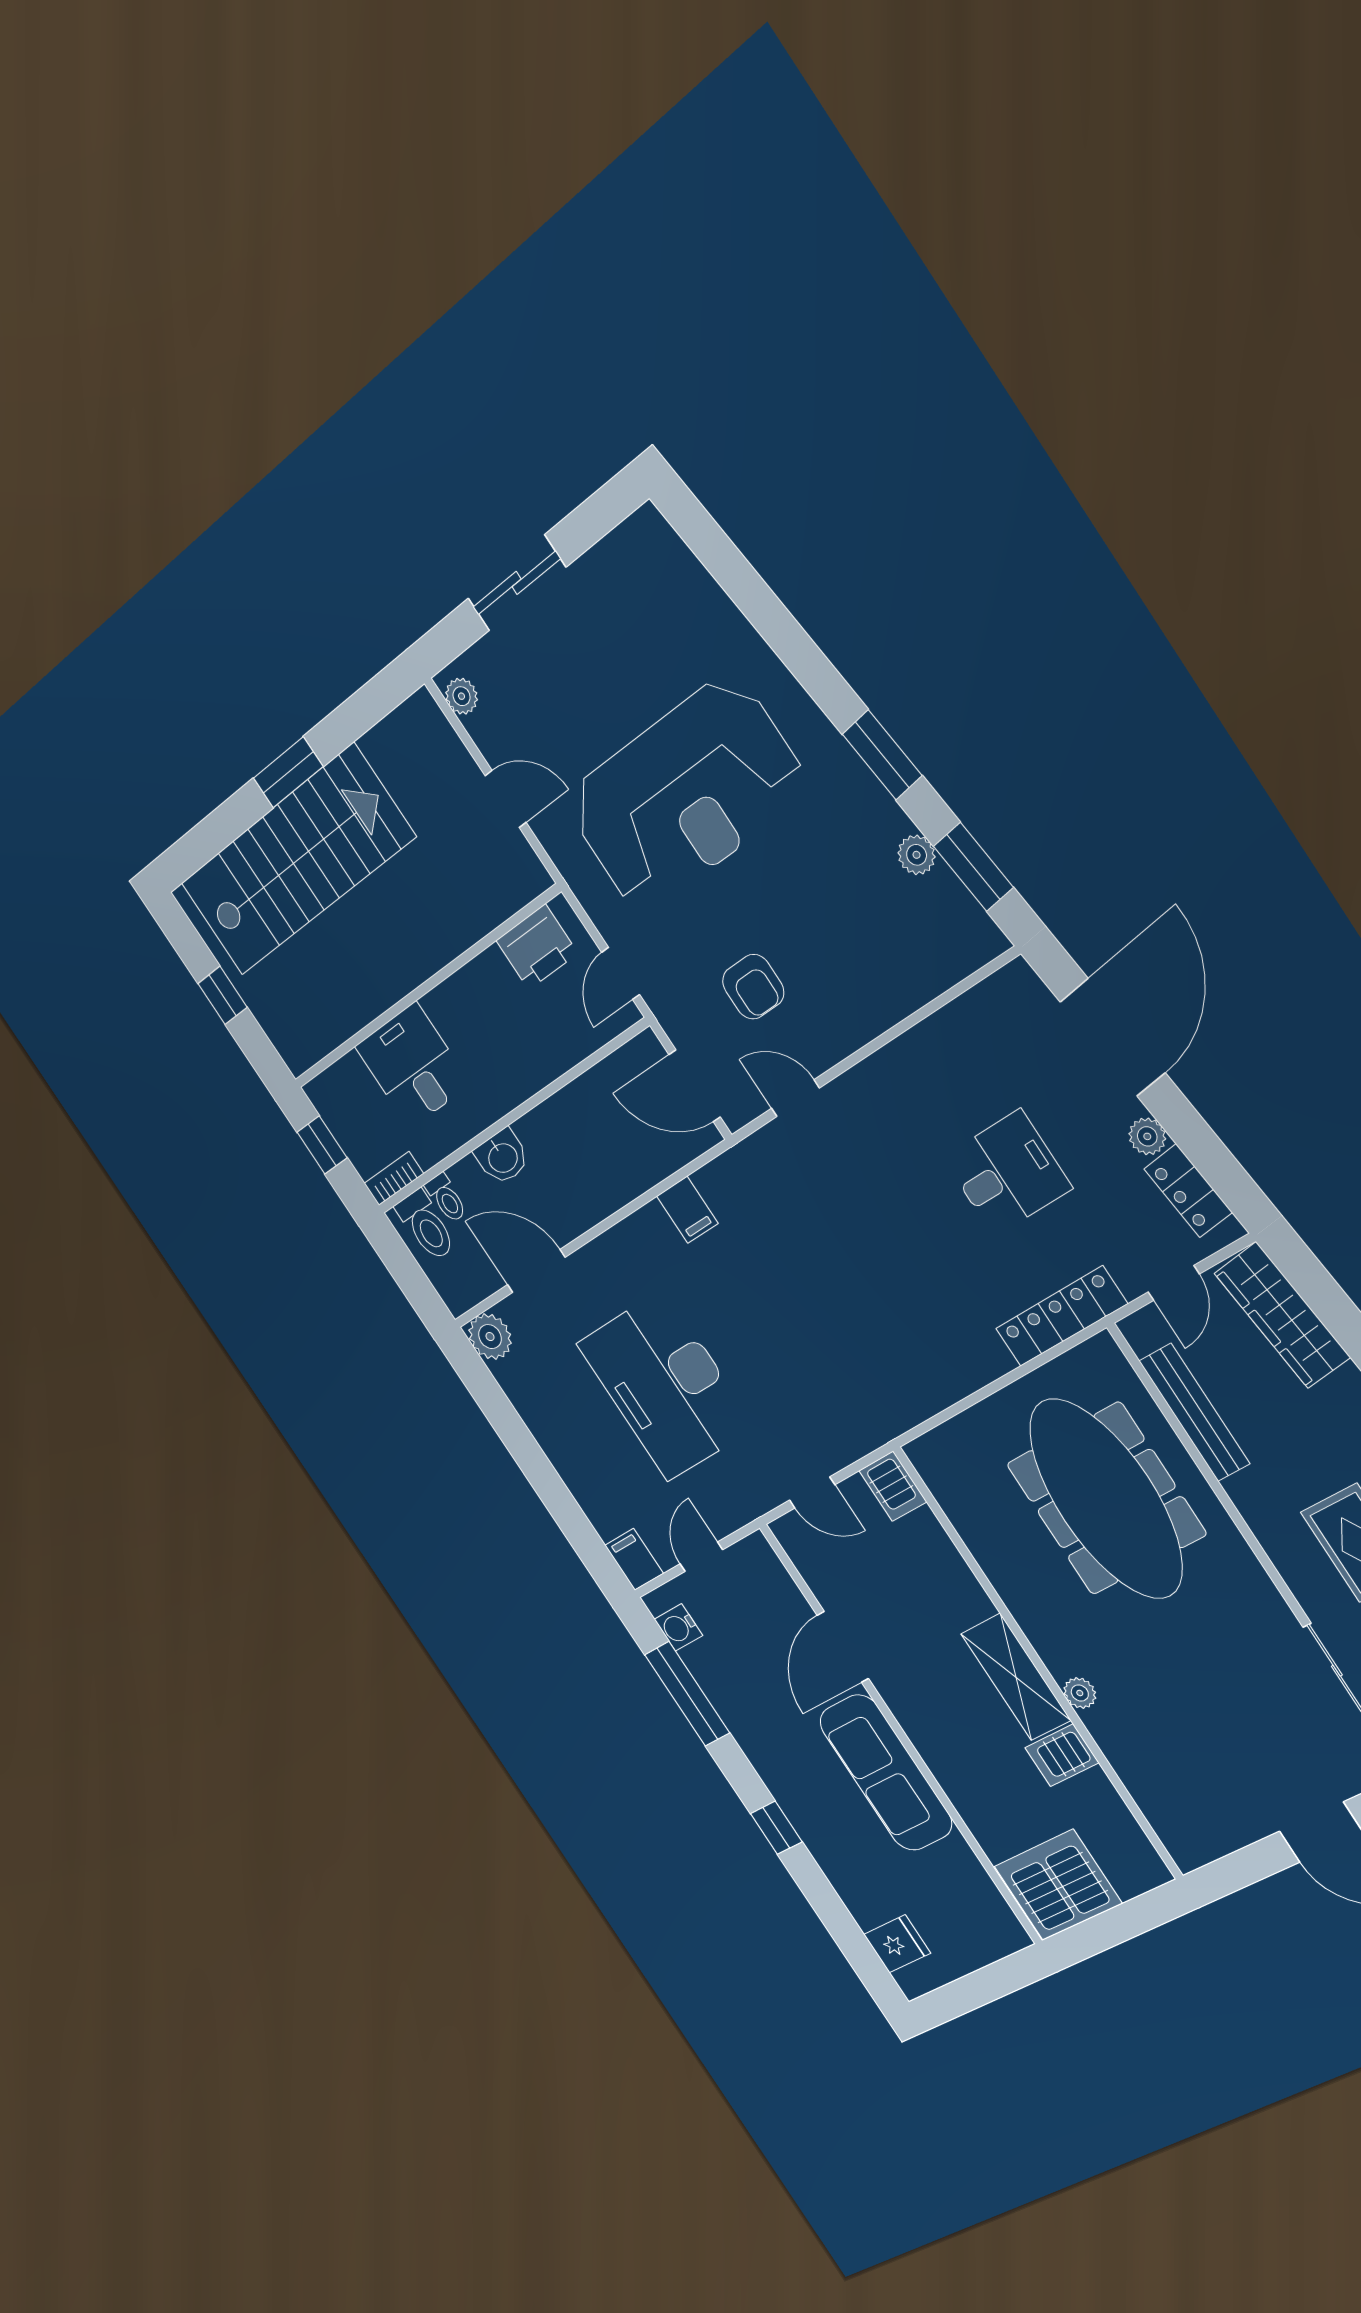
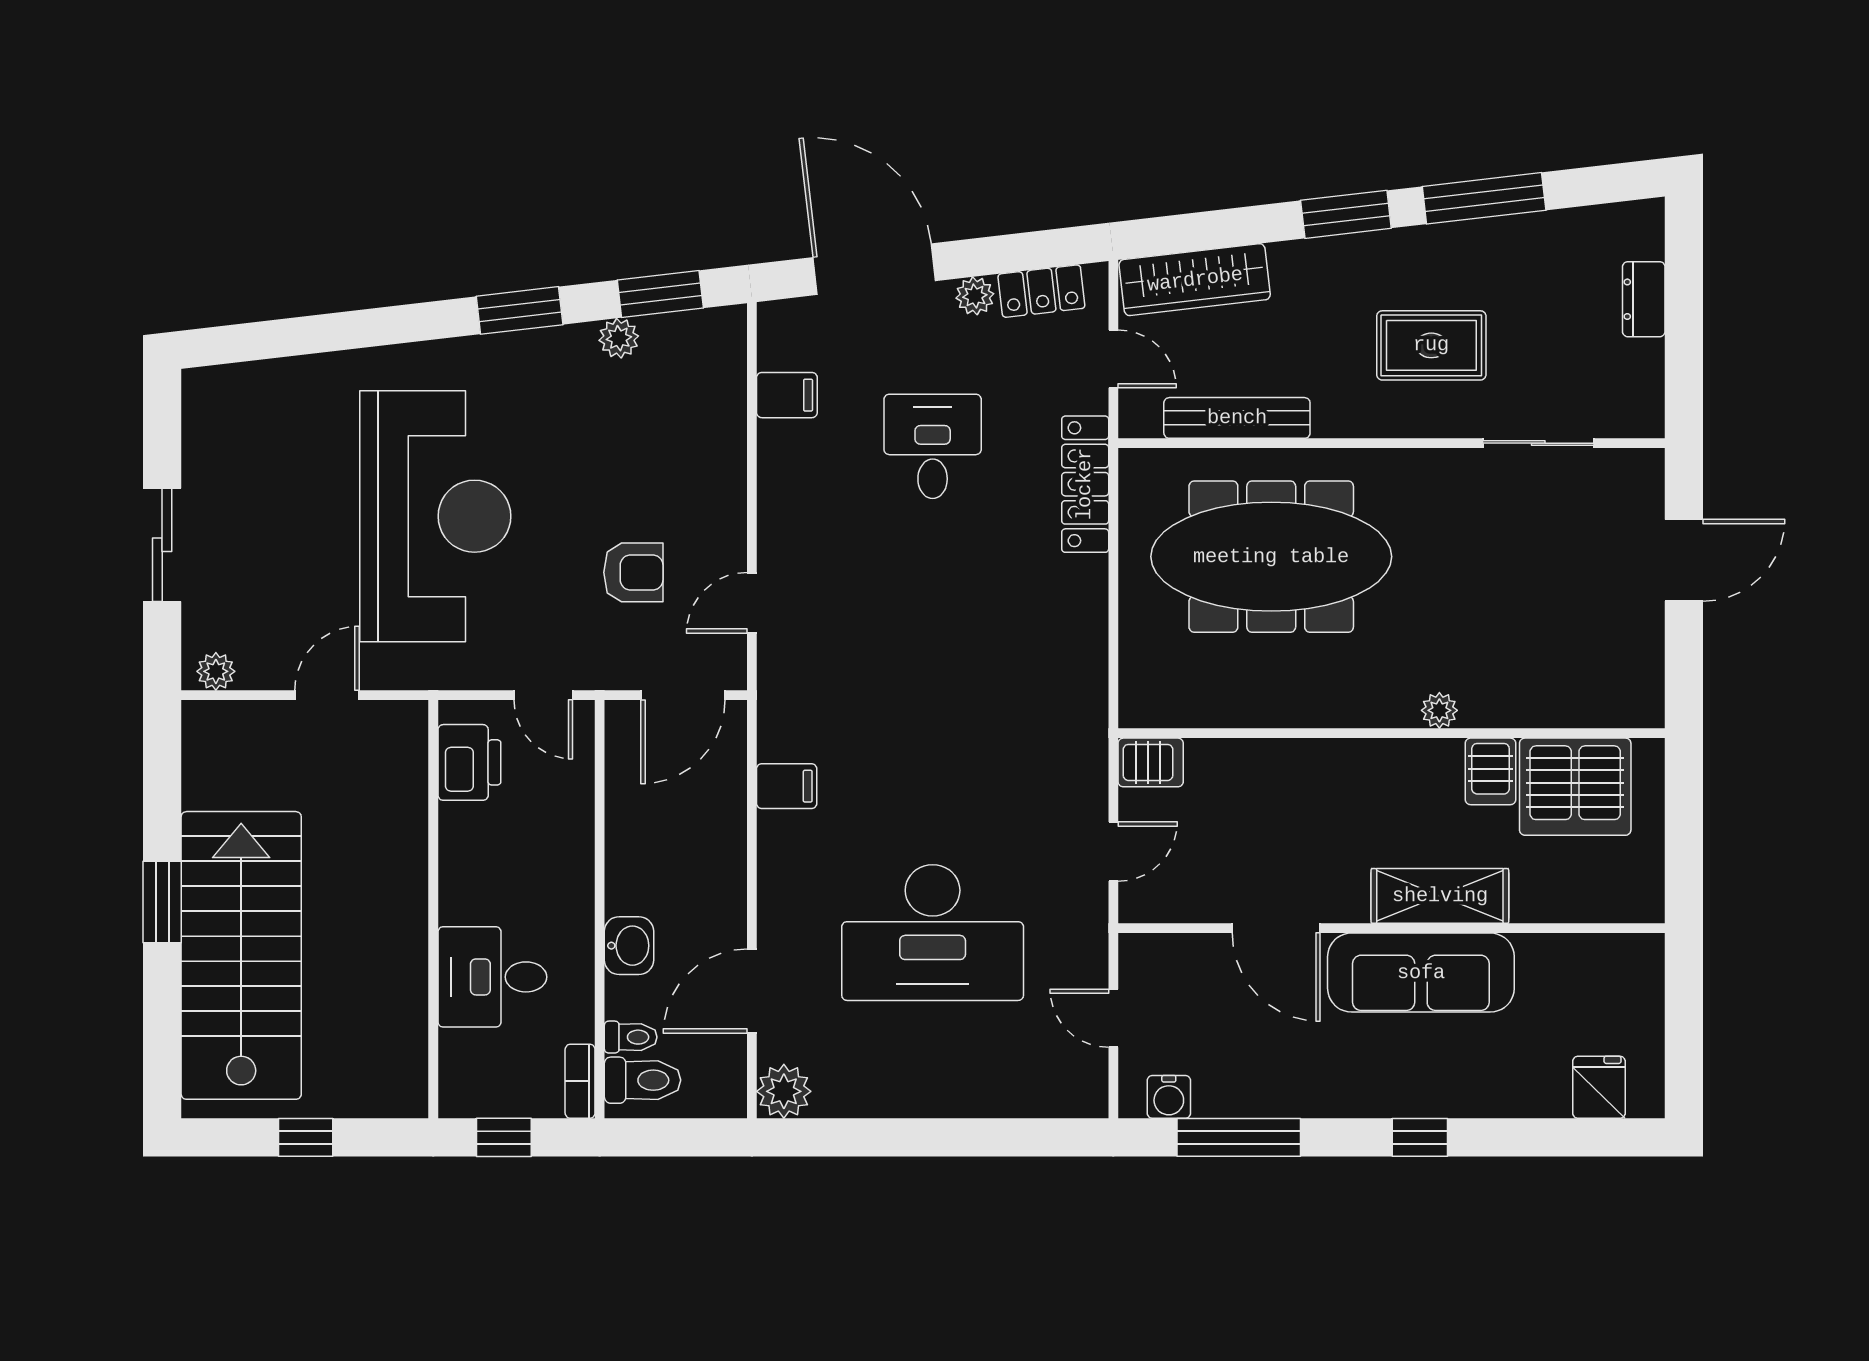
filing cabinet: (634, 1559) -> (787, 395), moved, turned 180
shelving: (1016, 1677) -> (1440, 896), moved
server rack: (1058, 1885) -> (1575, 787), moved, turned -90

